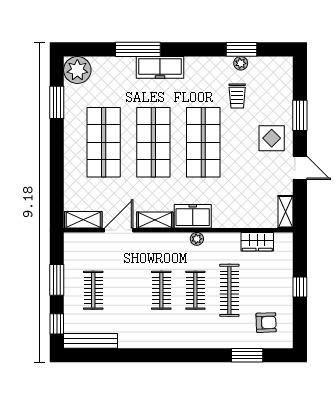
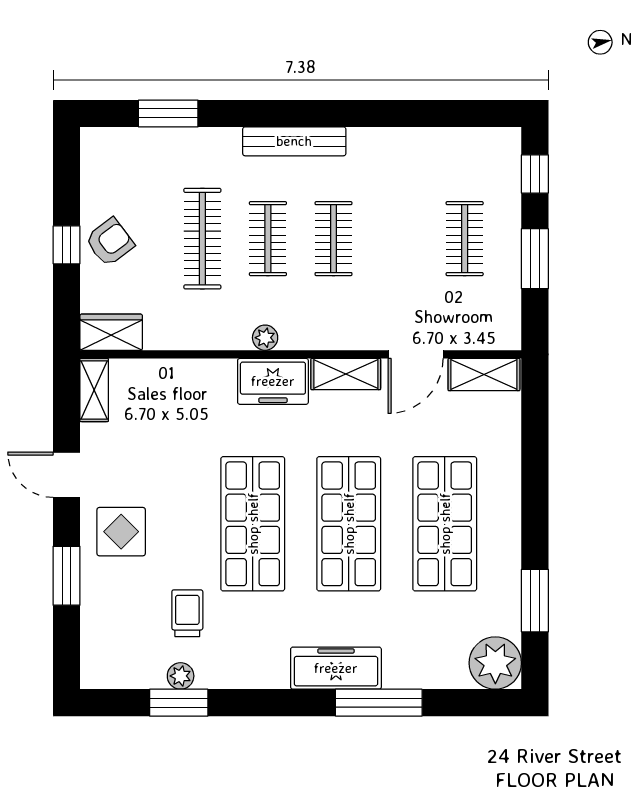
wardrobe: (257, 242) -> (111, 332), moved
armchair: (266, 323) -> (110, 242), moved, turned 145
bench: (91, 341) -> (294, 141), moved

